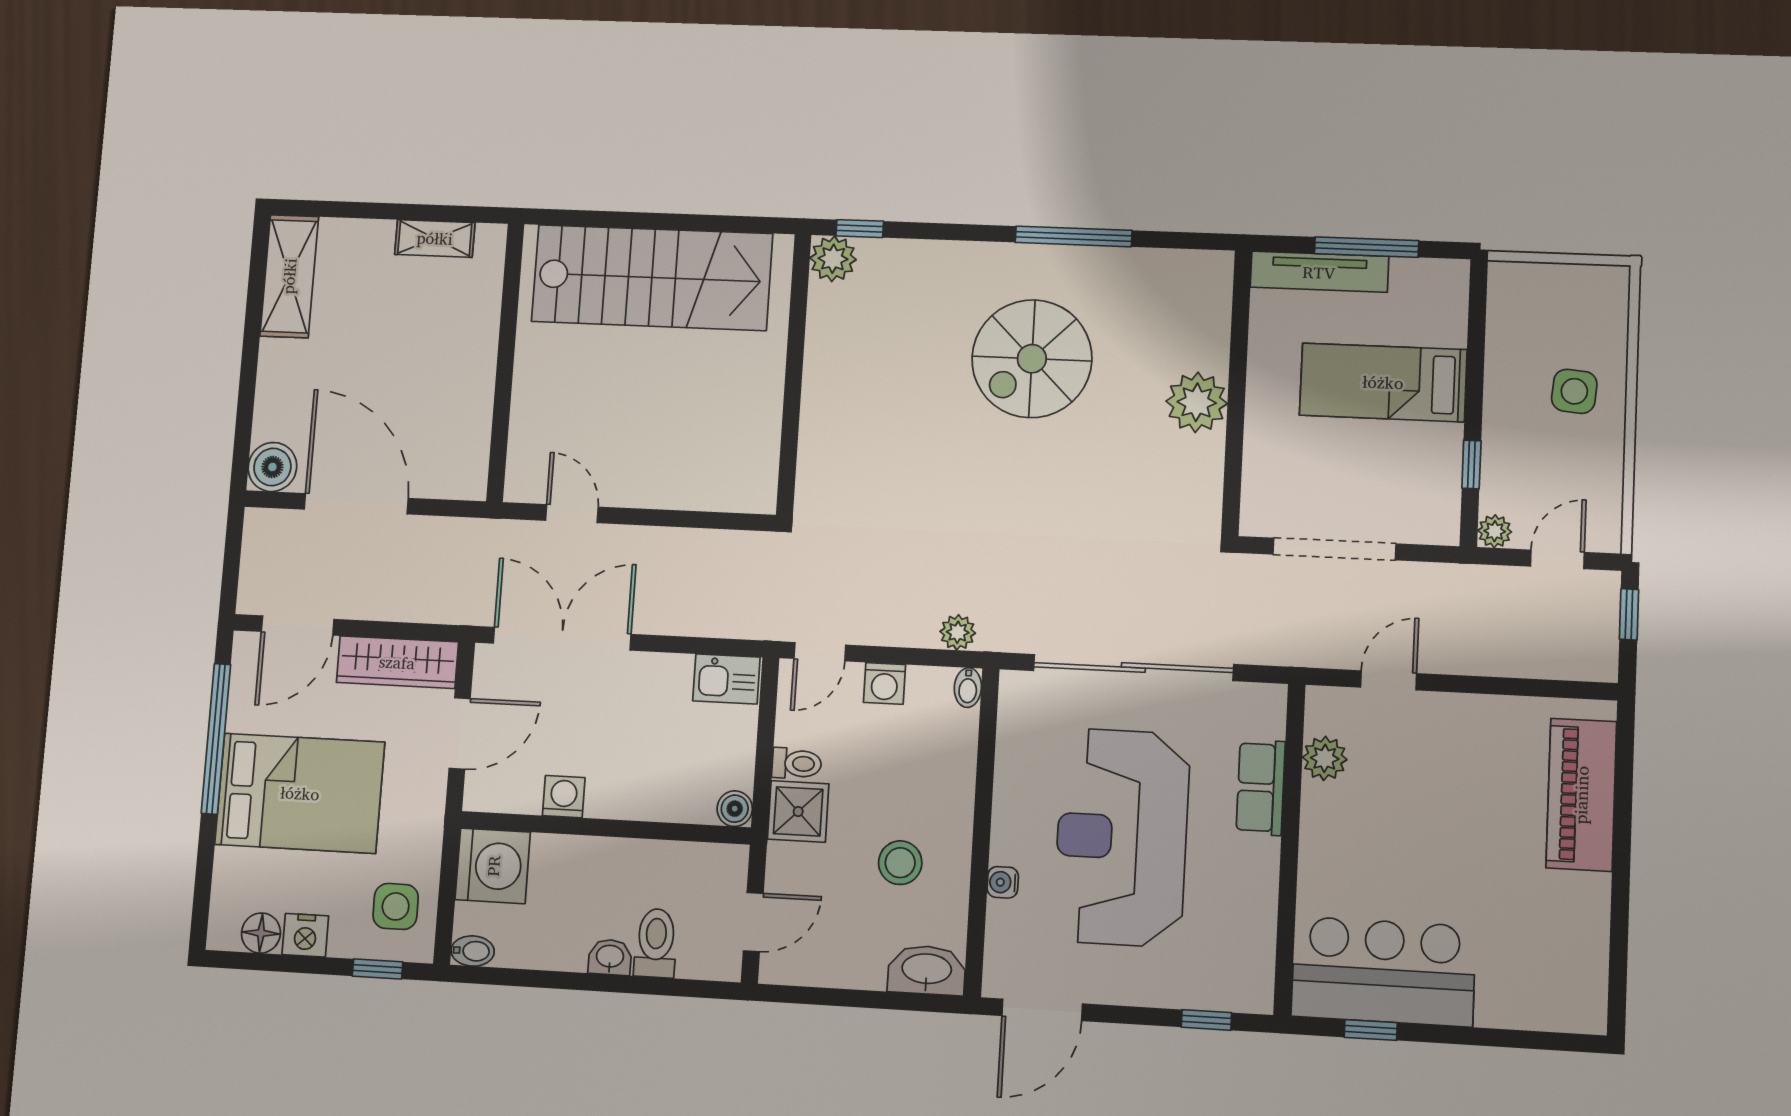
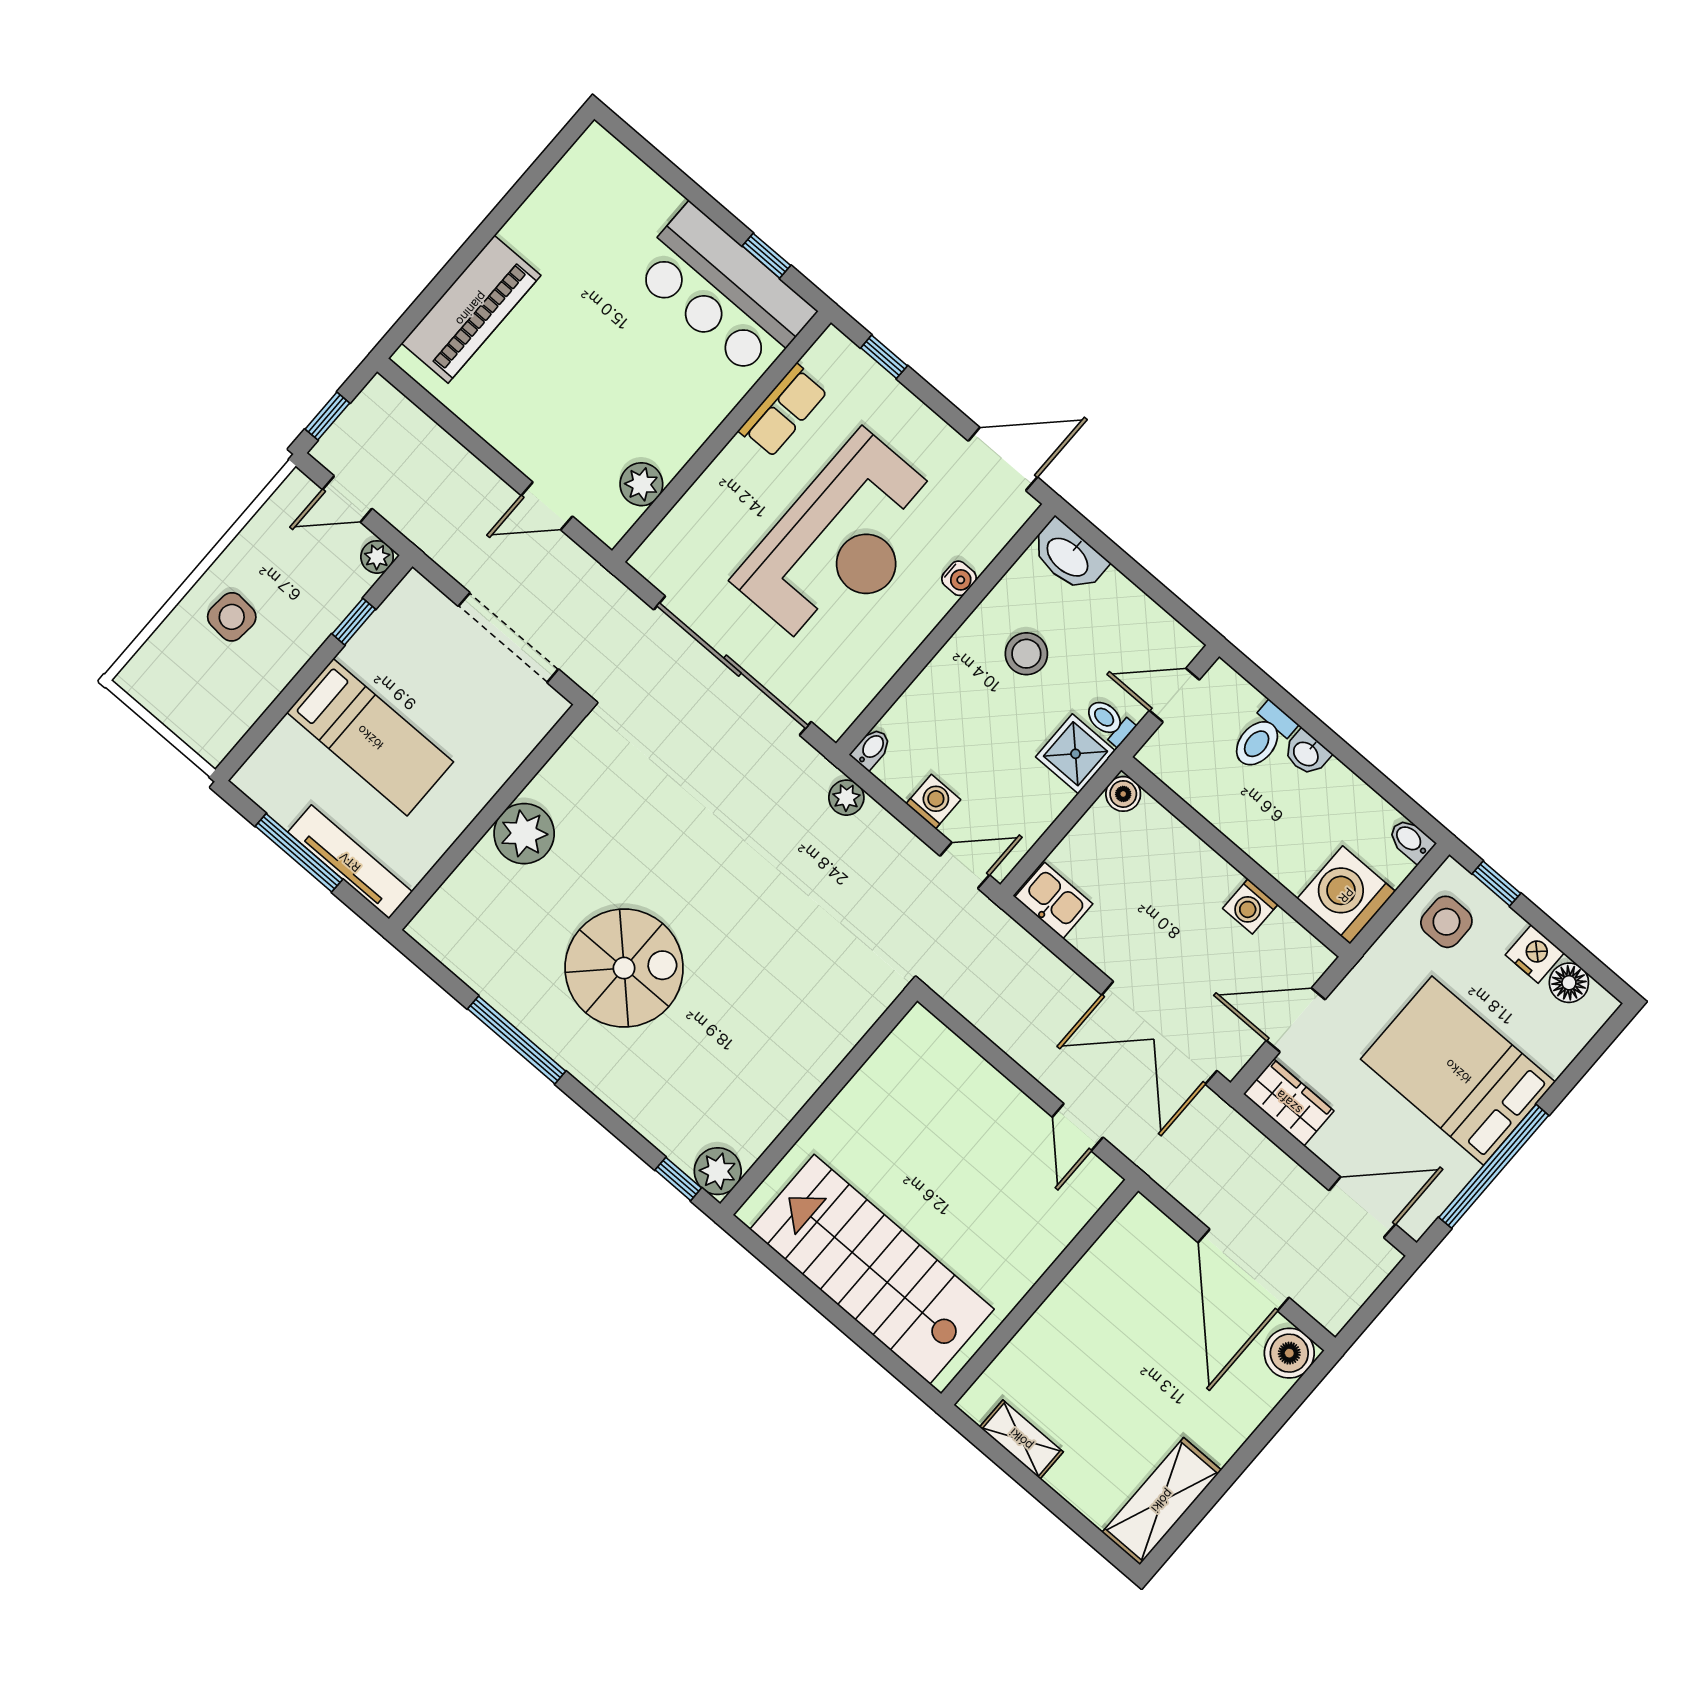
wardrobe: (397, 662) -> (1289, 1102), width x0.67
toilet: (797, 764) -> (1109, 721), moved
row of seats: (1261, 787) -> (783, 411), moved

